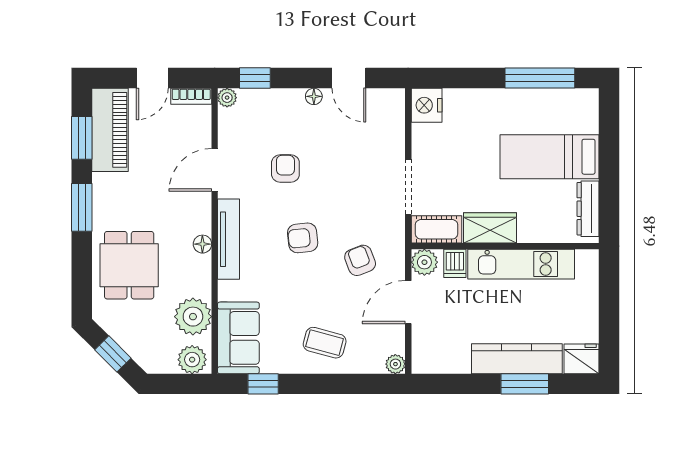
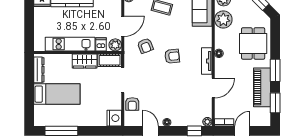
piano: (110, 130) -> (262, 87), moved
armchair: (285, 168) -> (132, 104), moved
tv unit: (229, 239) -> (207, 61), width x0.71

